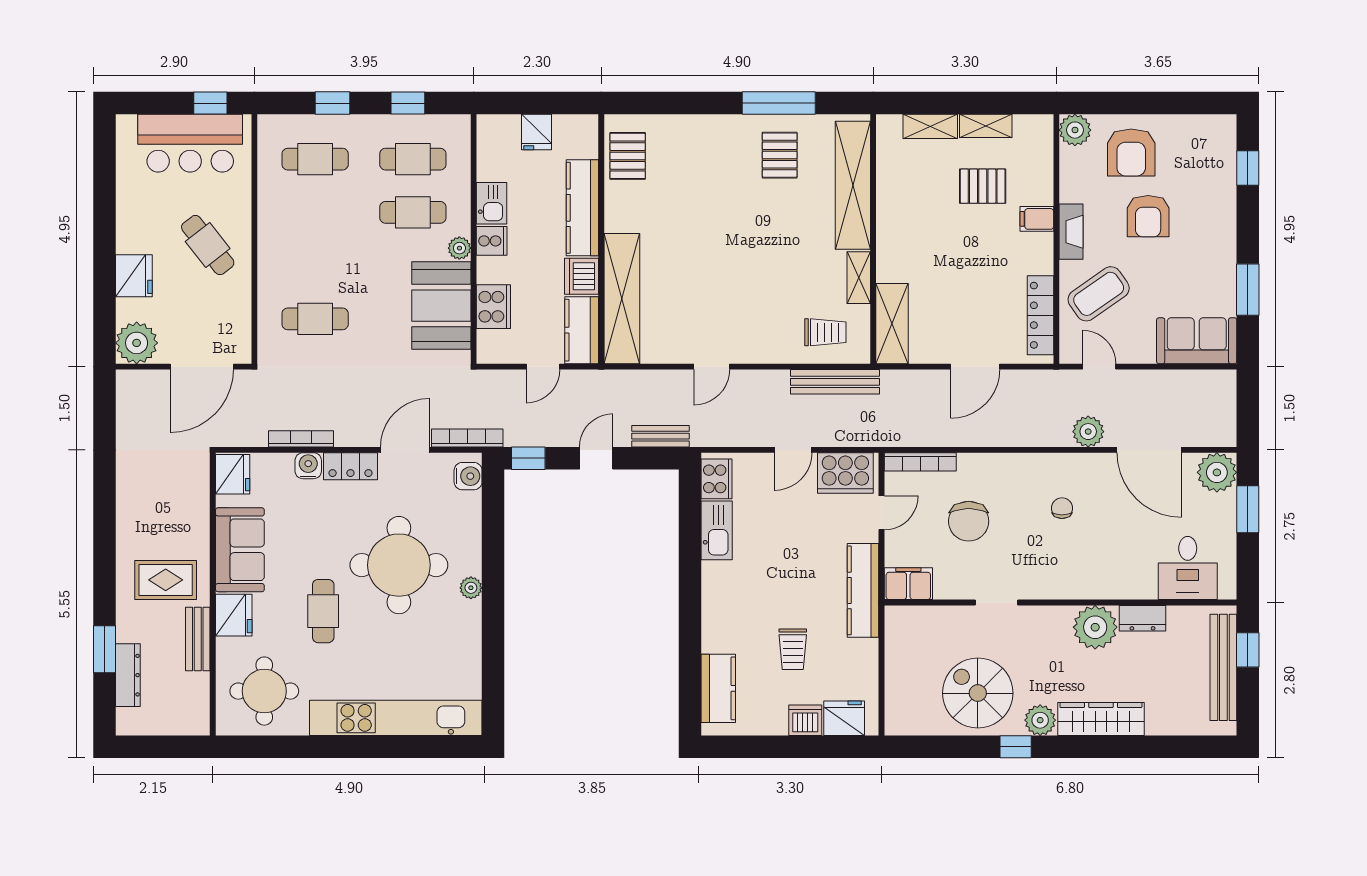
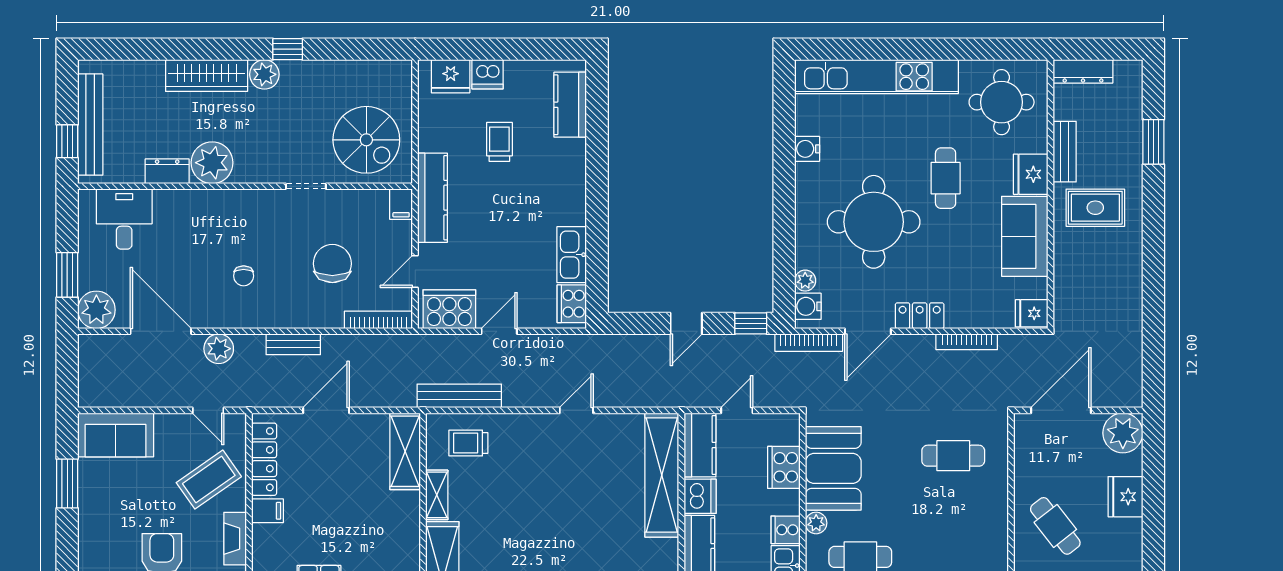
filing cabinet: (1037, 219) -> (267, 511), moved
bench: (660, 436) -> (293, 344), moved
water cooler: (308, 466) -> (807, 149), moved, turned 90
fridge: (233, 474) -> (1032, 313), width x0.72
filing cabinet: (908, 584) -> (401, 204), width x0.50
plant: (471, 588) -> (805, 281), moved
dresser: (128, 675) -> (1083, 71), moved, turned -90
spiral stairs: (978, 693) -> (366, 140), moved

